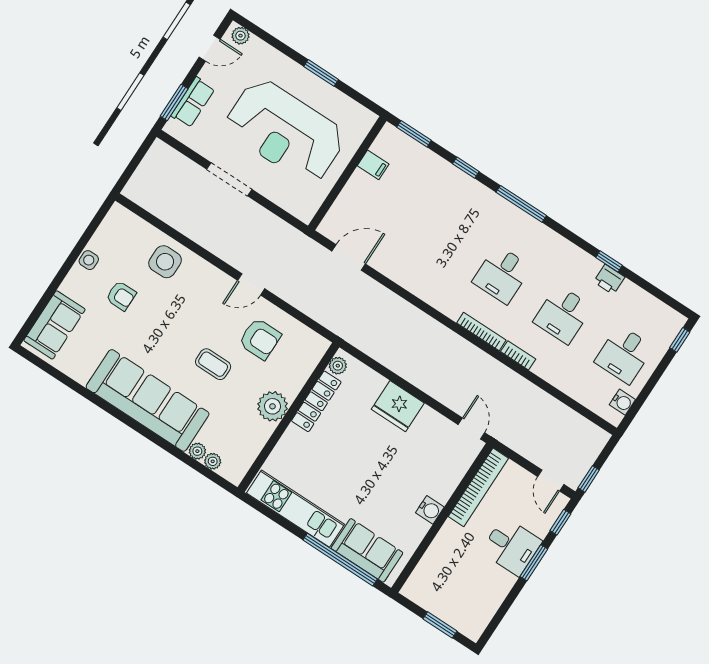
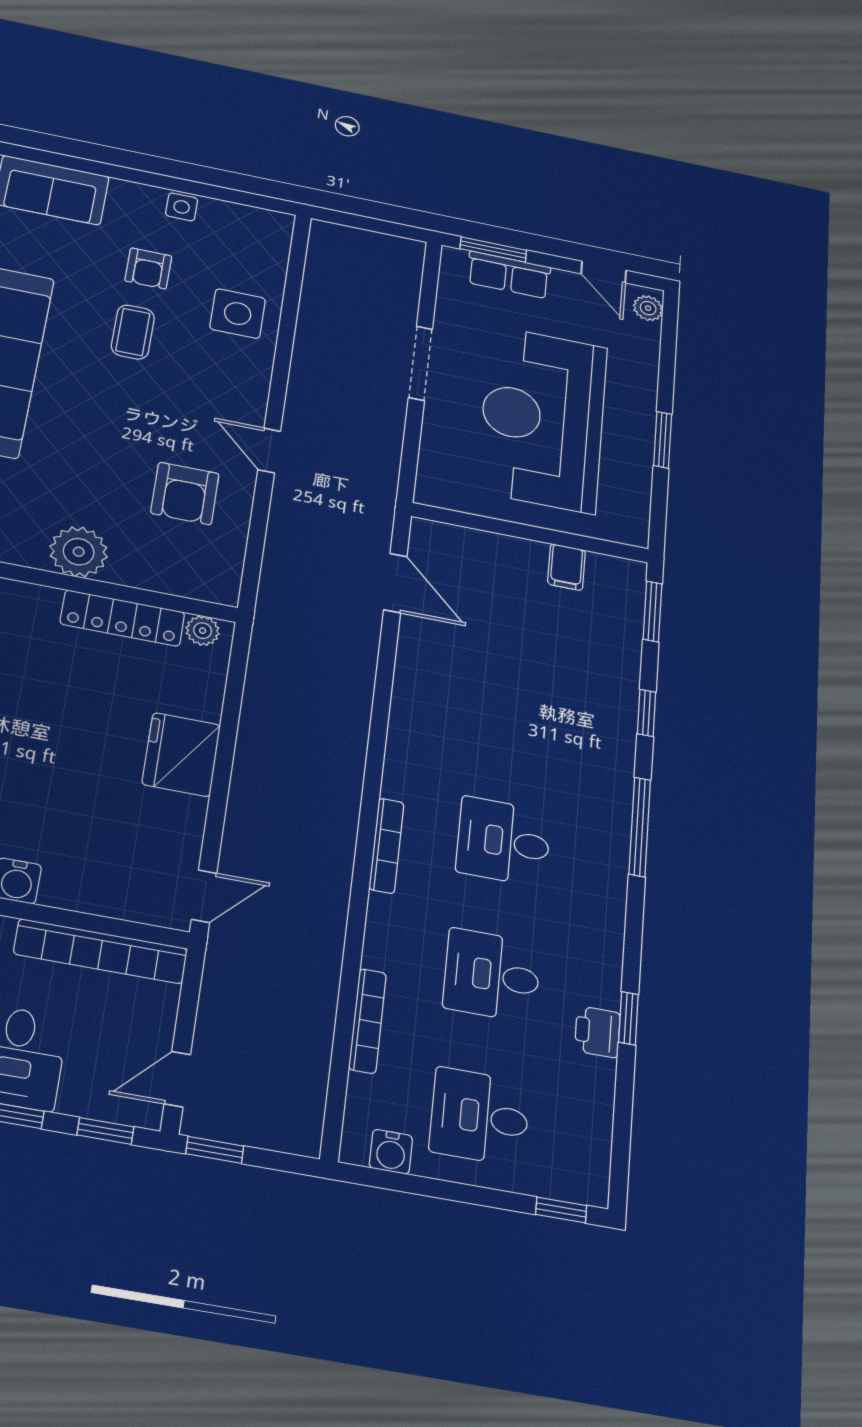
bookcase: (518, 355) -> (368, 1021), moved, width x1.56
coffee table: (213, 364) -> (133, 332), moved

